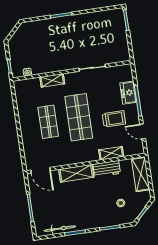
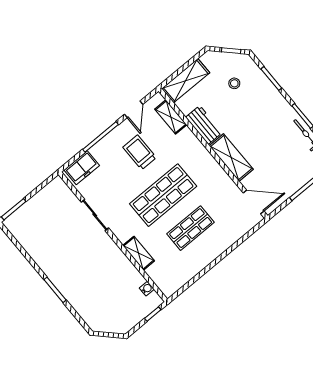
freezer: (128, 93) -> (82, 168), moved
shelving: (111, 153) -> (171, 117), moved
door: (41, 170) -> (254, 202), hinge flipped

